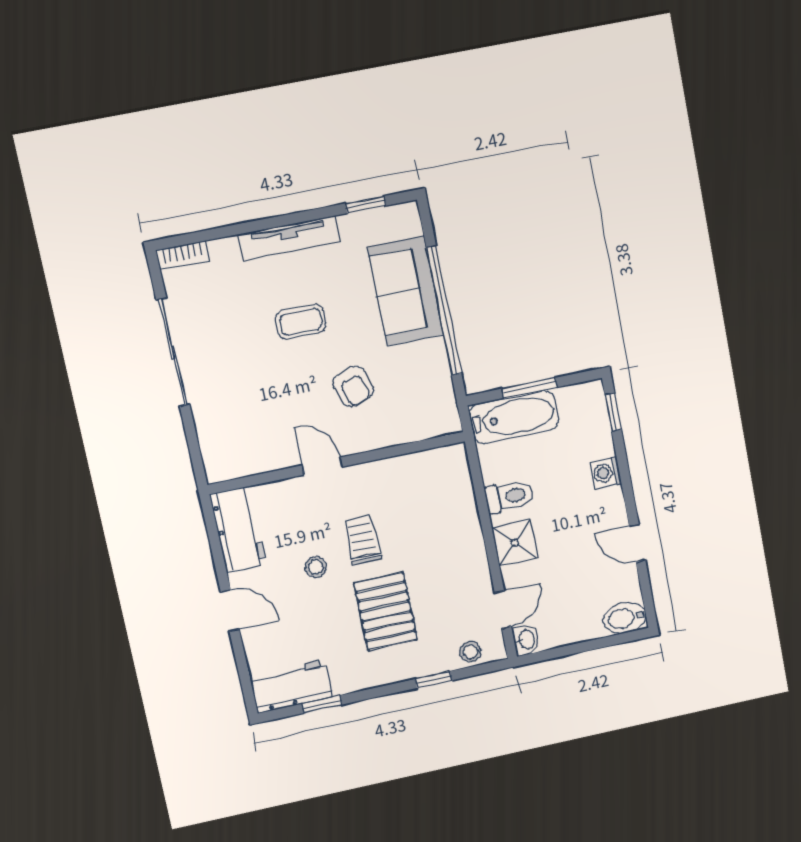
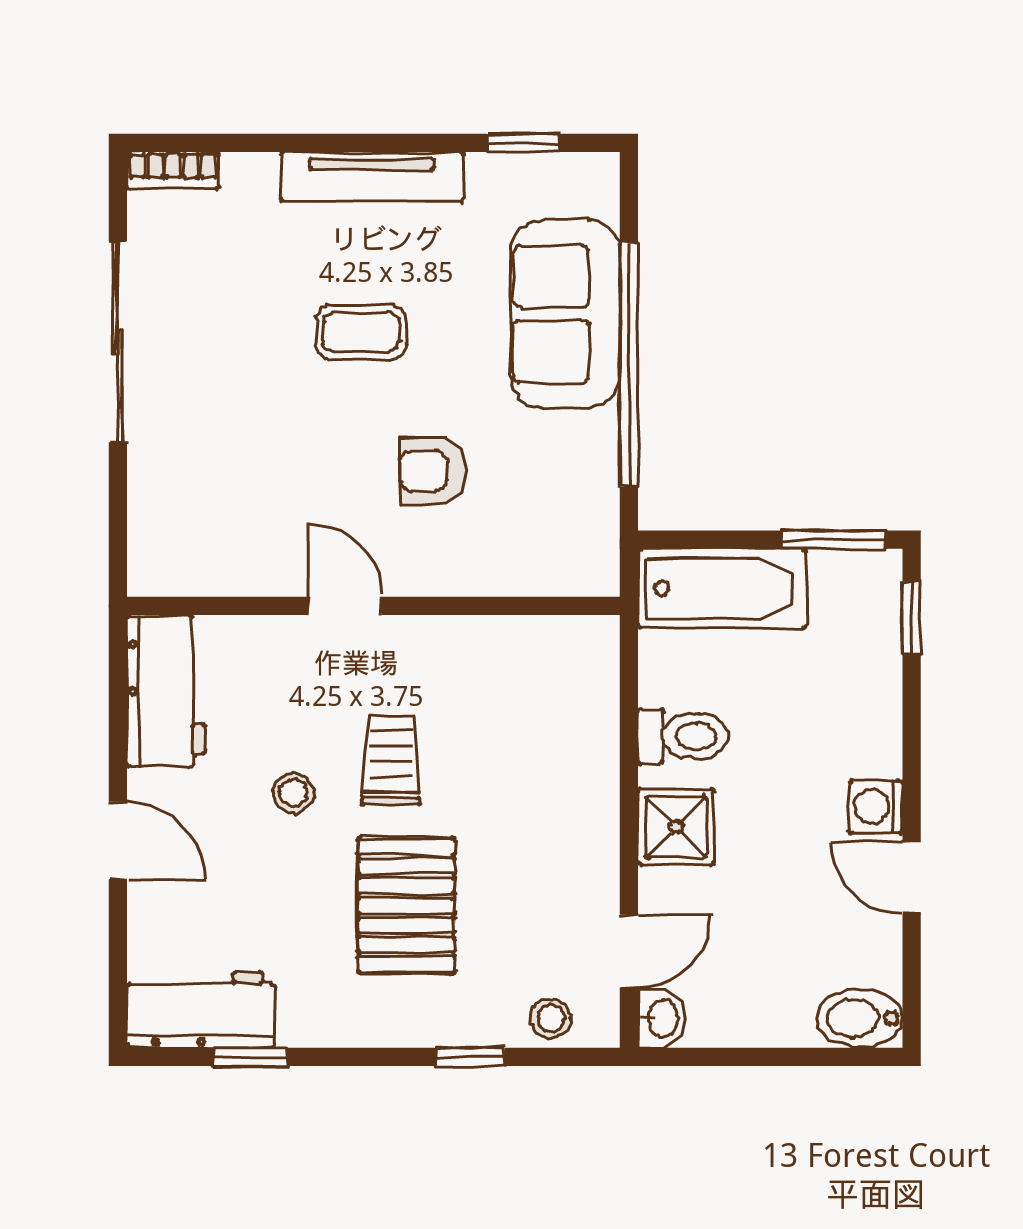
armchair: (353, 387) -> (433, 471), turned 108
window: (529, 388) -> (834, 540), moved
washing machine: (606, 473) -> (876, 807), moved

